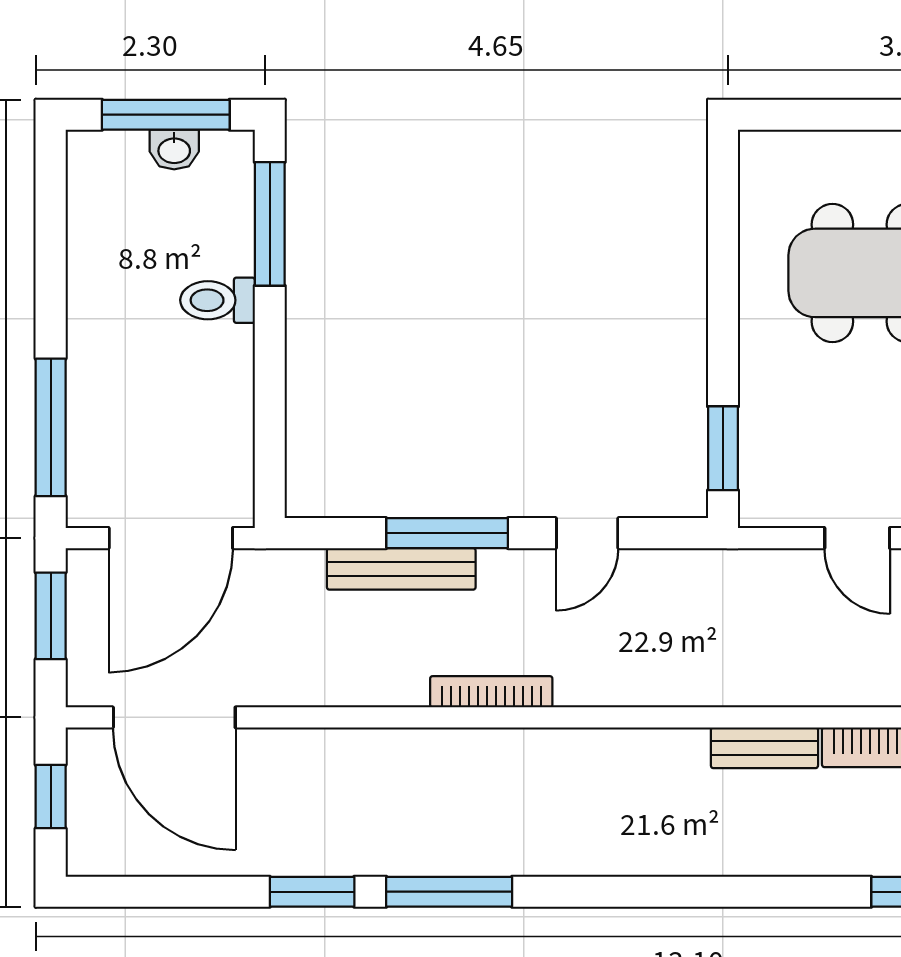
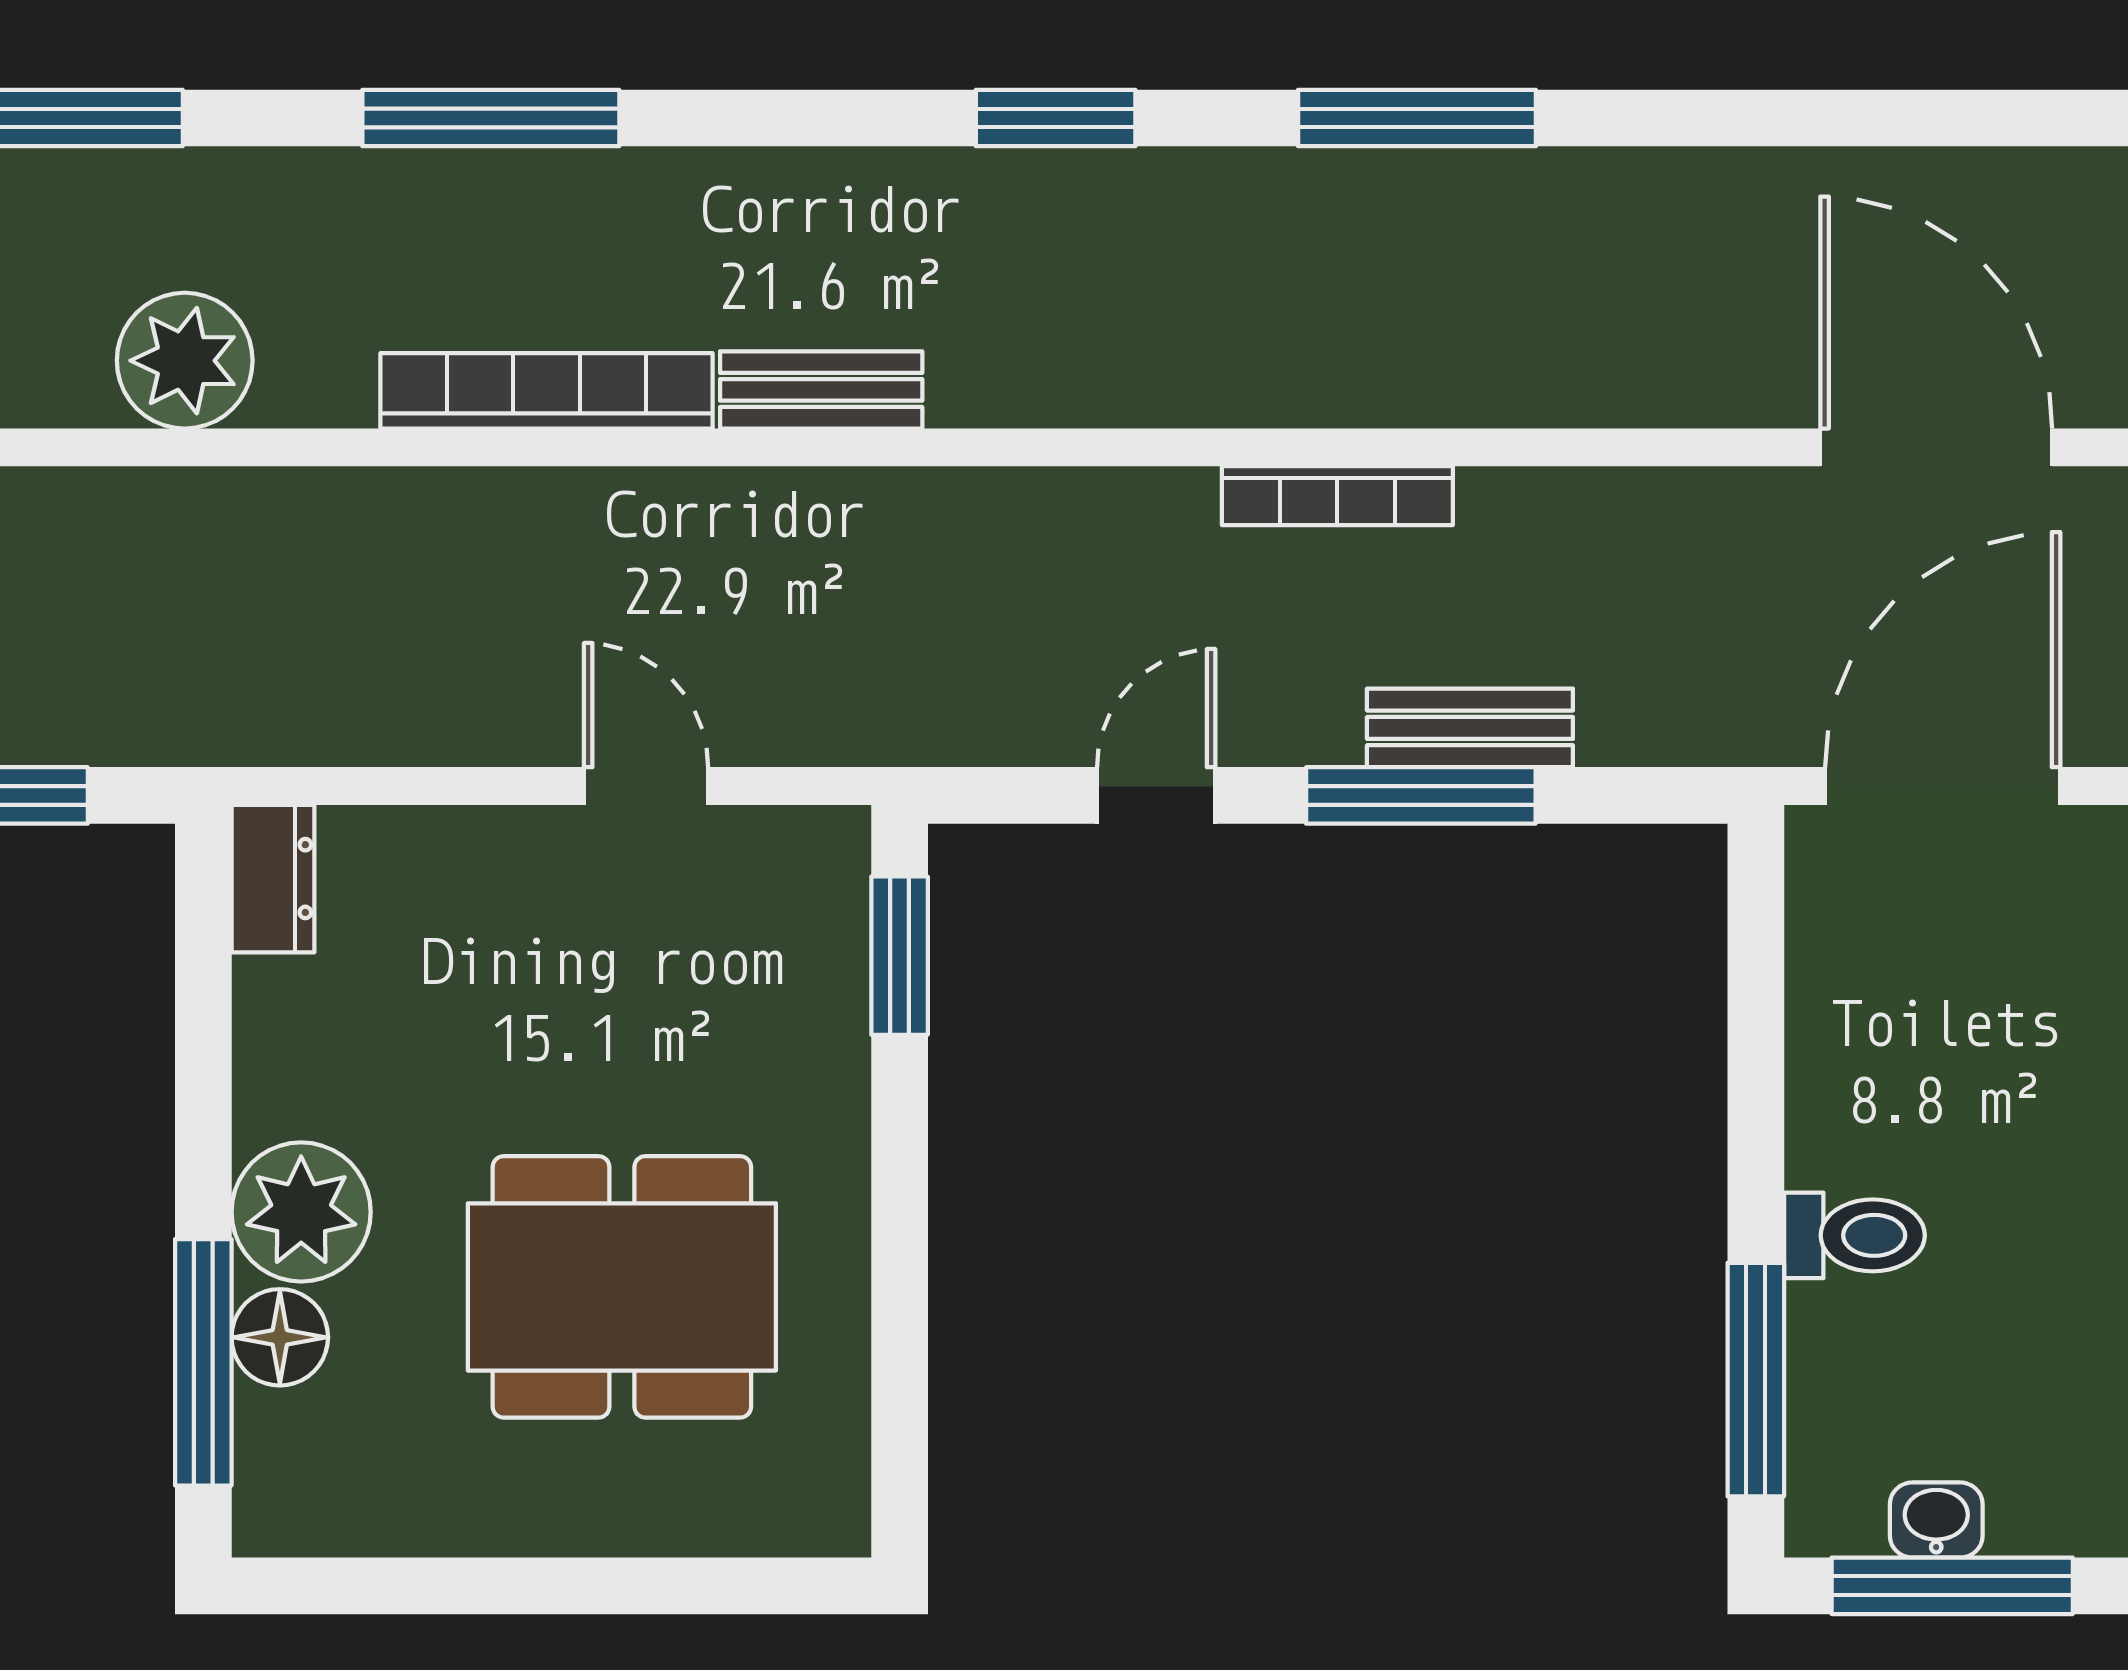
bench: (401, 569) -> (1470, 728), width x0.73
window: (312, 892) -> (1056, 118), moved

